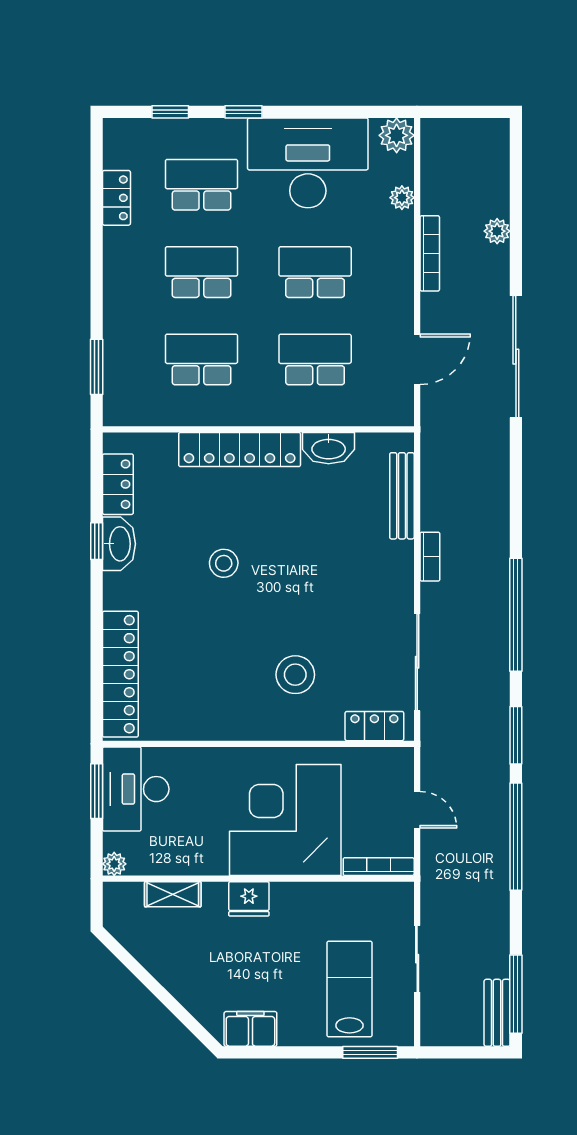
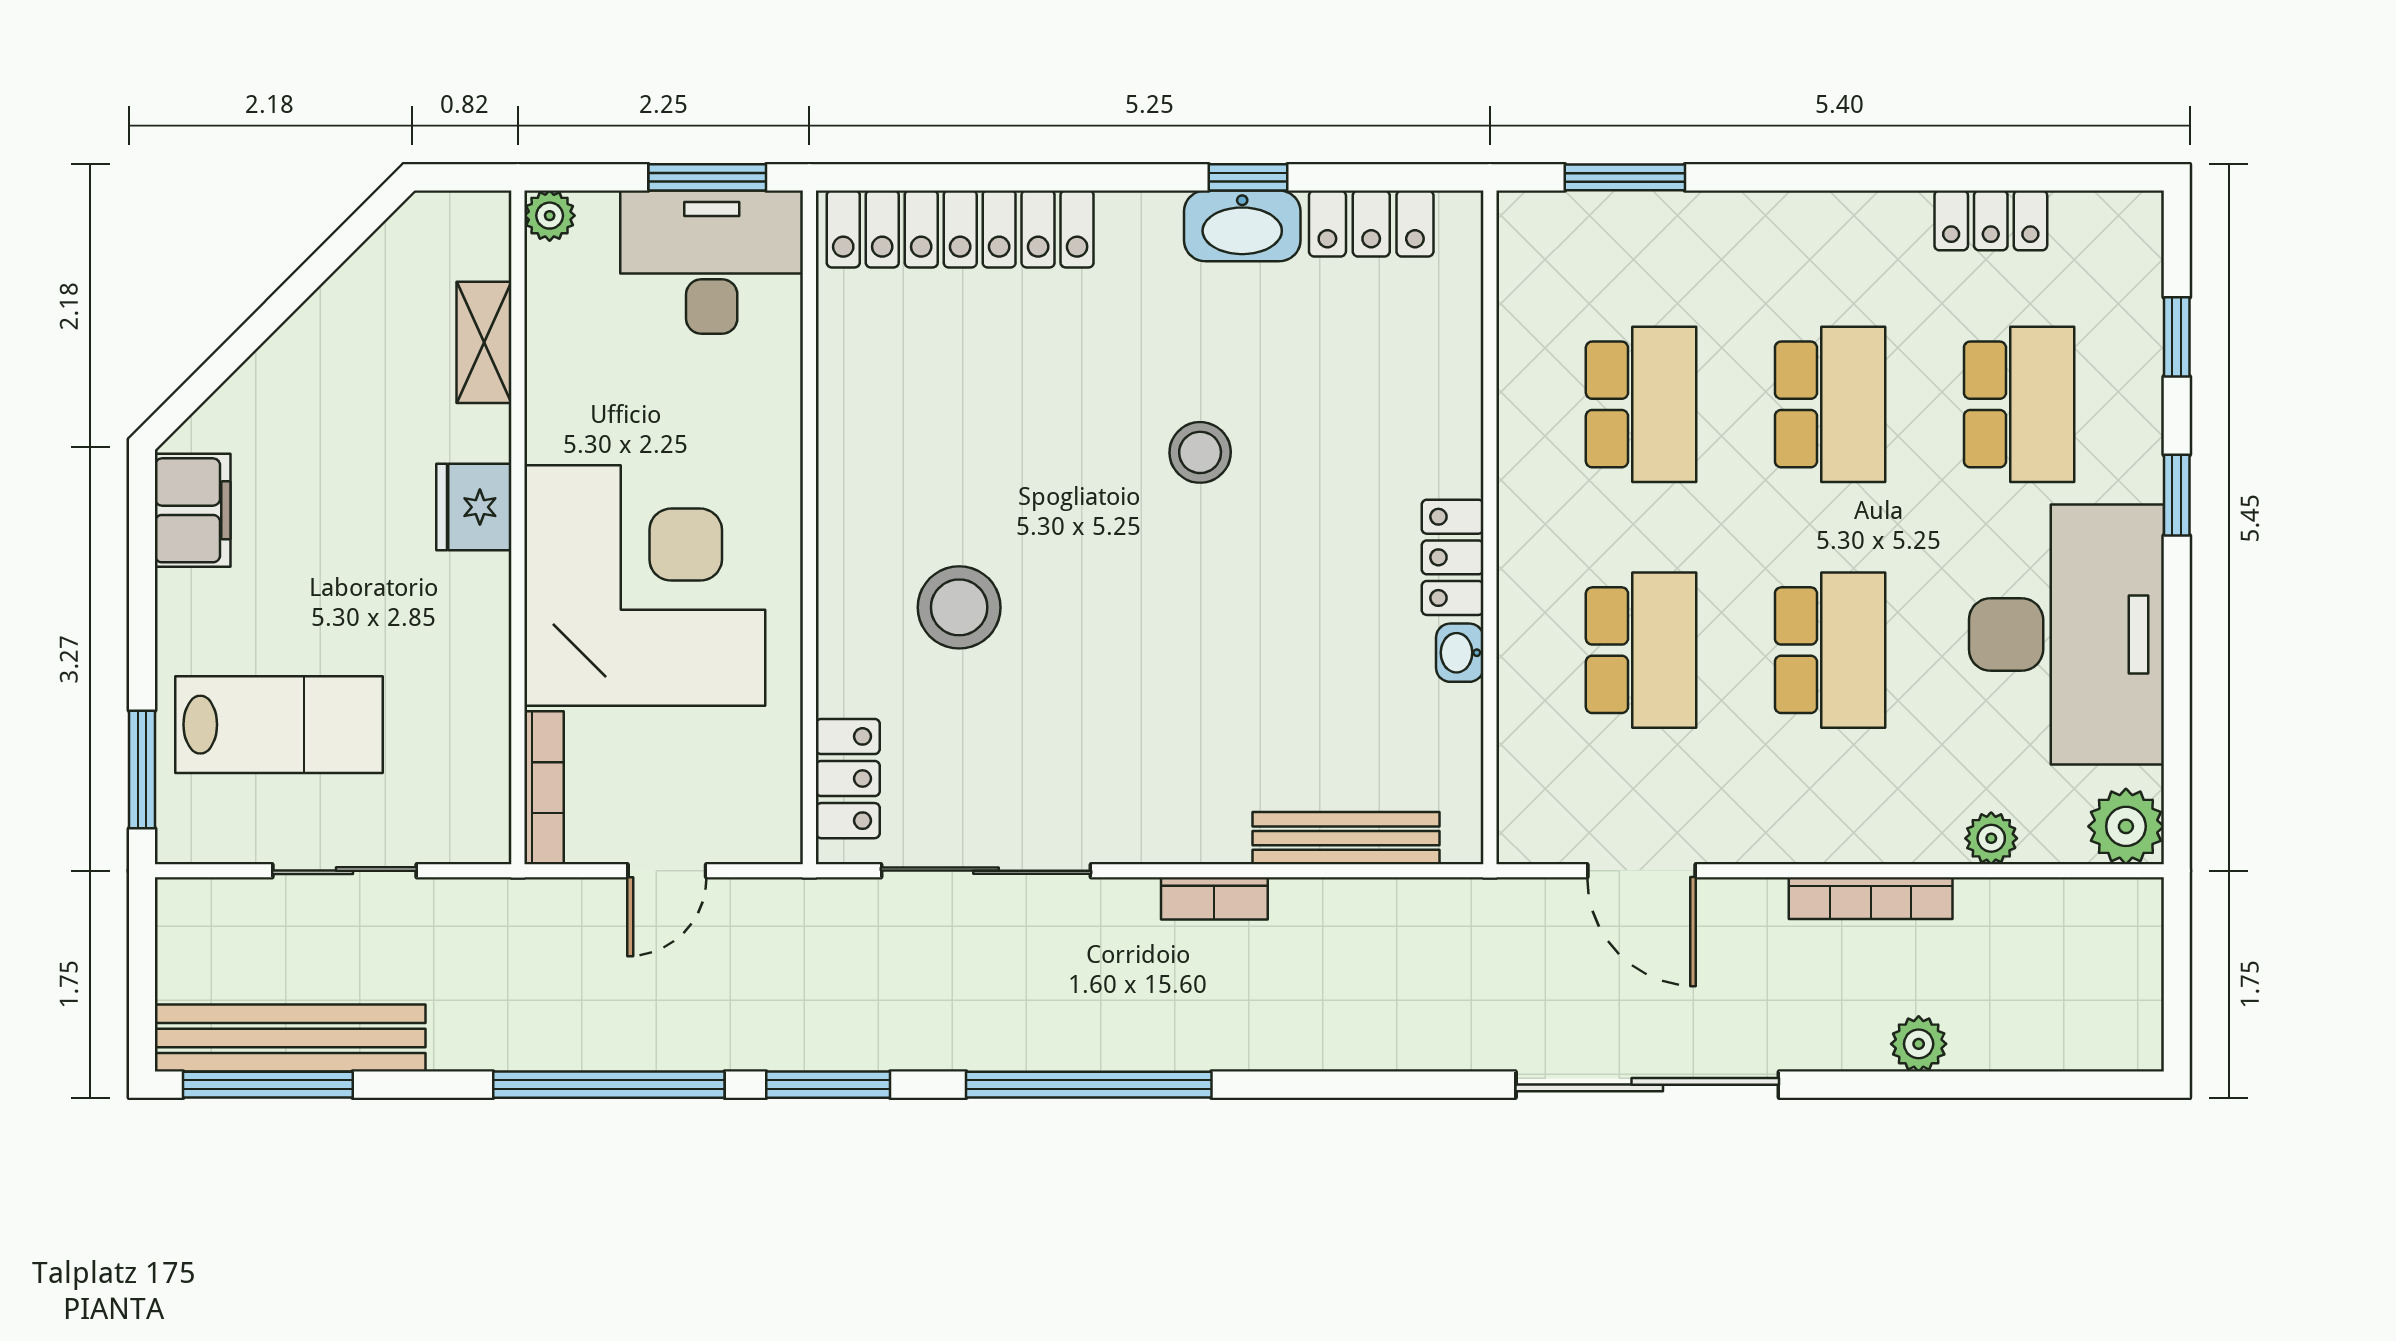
washbasin: (329, 448) -> (1460, 653), width x0.52, depth x0.69
locker: (240, 450) -> (1453, 557), width x0.46, depth x0.83
bench: (497, 1013) -> (290, 1038), width x1.86, depth x1.21

